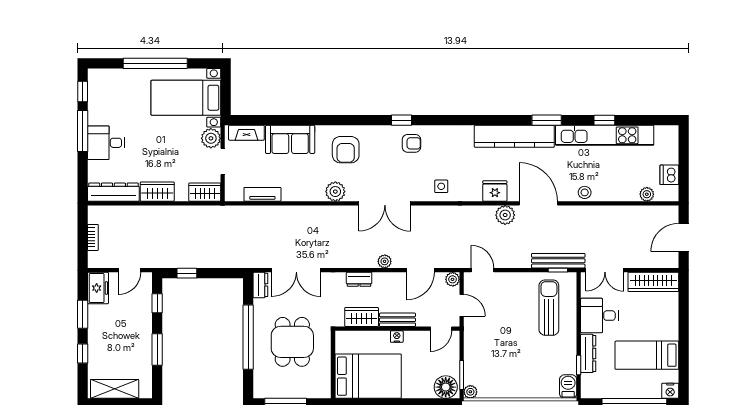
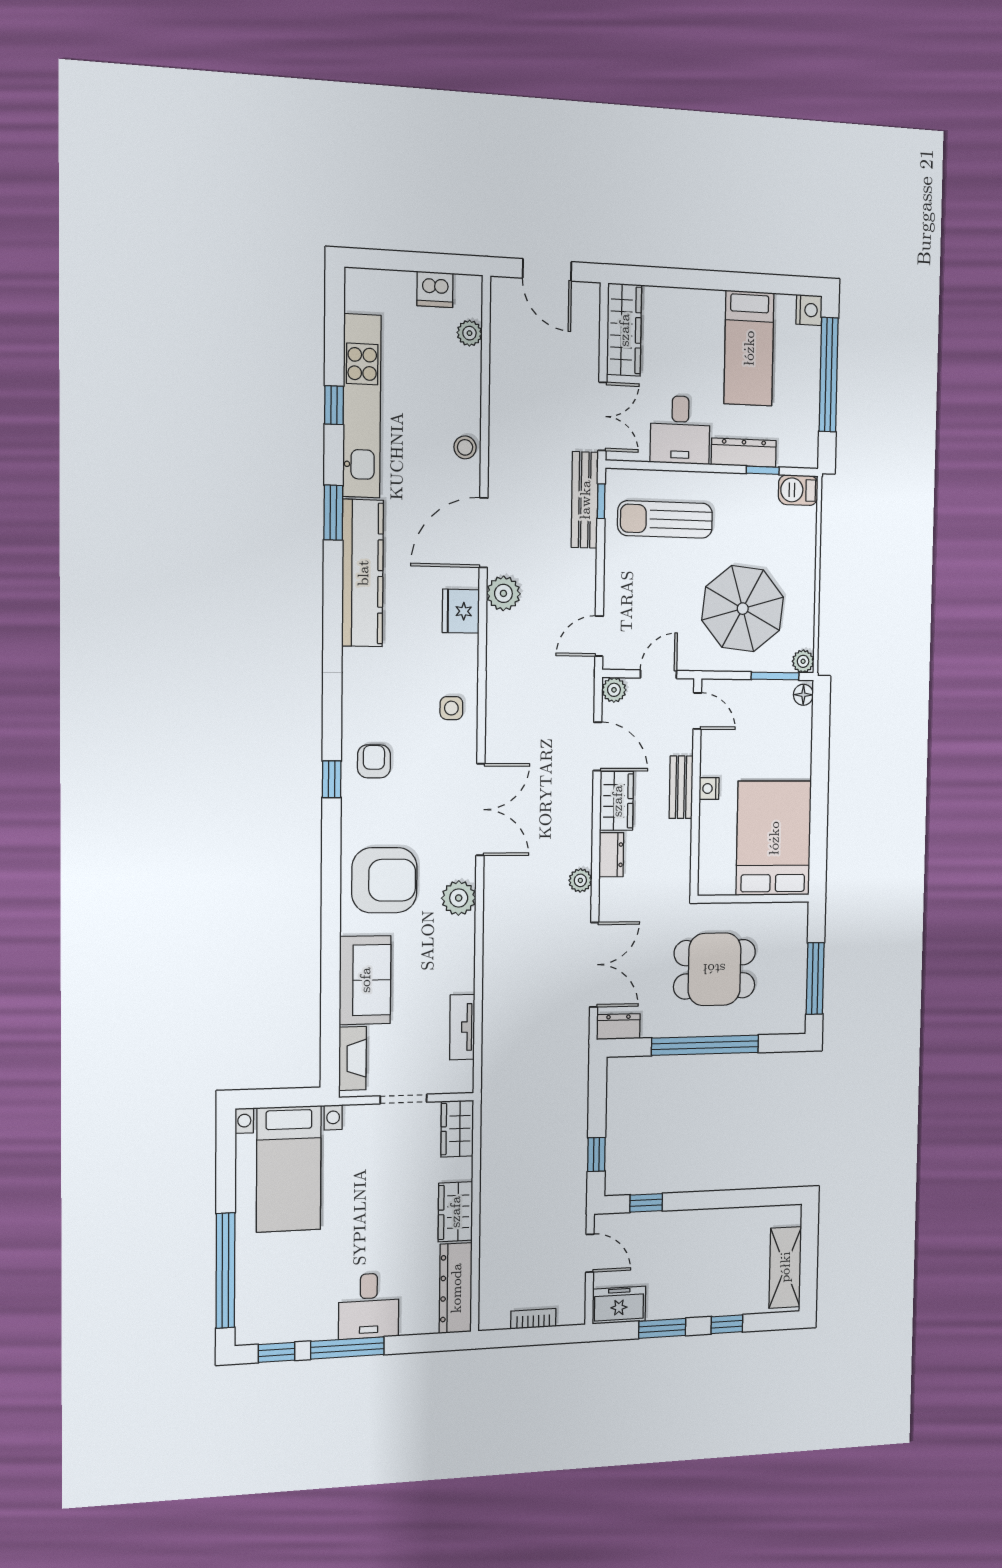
window: (155, 63) -> (225, 1271), moved
plant: (211, 138) -> (362, 1121), removed
armchair: (346, 150) -> (384, 880), width x1.36, depth x1.36
plant: (385, 261) -> (580, 880), moved
wardrobe: (362, 317) -> (617, 801), moved, turned 180
window: (157, 350) -> (723, 1199), removed
parasol: (500, 355) -> (743, 609), added
floor lamp: (446, 387) -> (803, 695), width x0.53, depth x0.53

